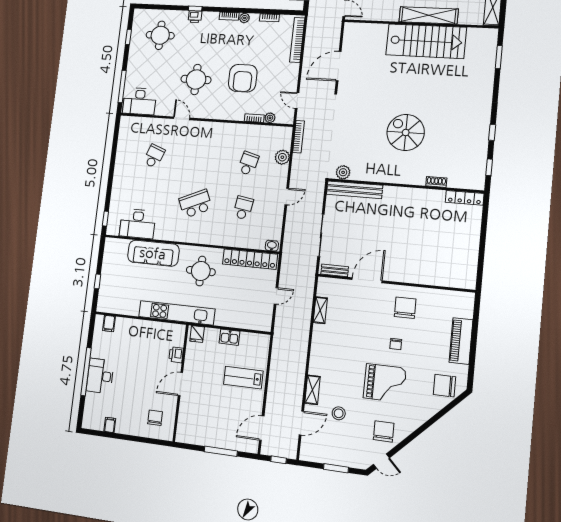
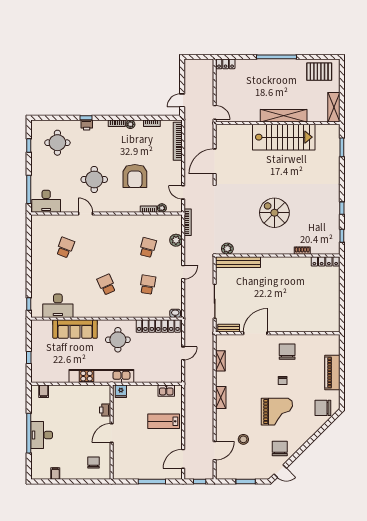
school desk: (195, 204) -> (106, 285), width x0.54
kitchen sink: (229, 337) -> (166, 391), moved
shelving: (312, 390) -> (221, 398), moved

